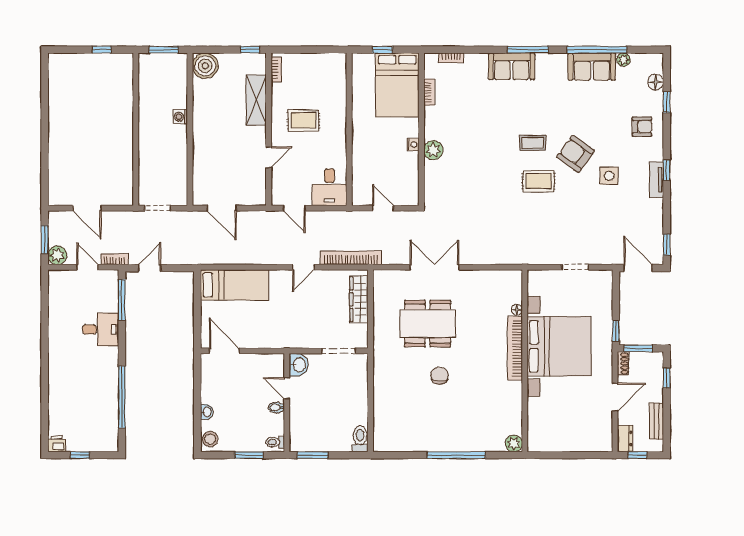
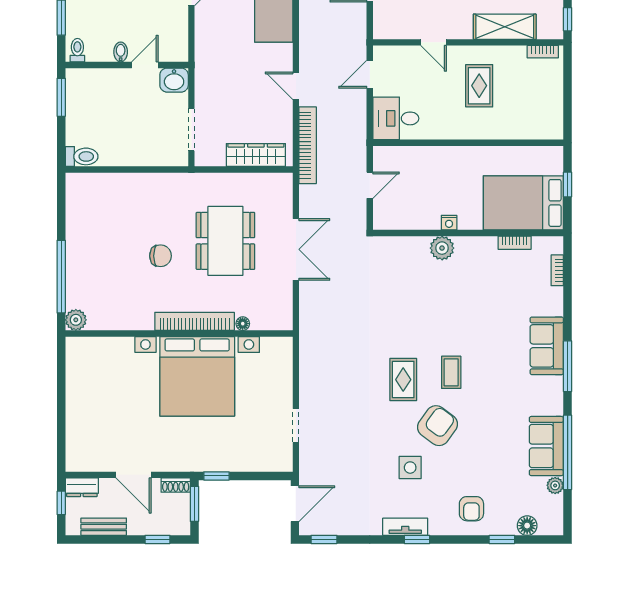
floor lamp: (517, 310) -> (243, 324), moved
bed with nightstands: (559, 346) -> (197, 376), moved
bookcase: (515, 348) -> (195, 321), moved
wall: (525, 361) -> (179, 333), moved
plant: (514, 443) -> (76, 320), moved

